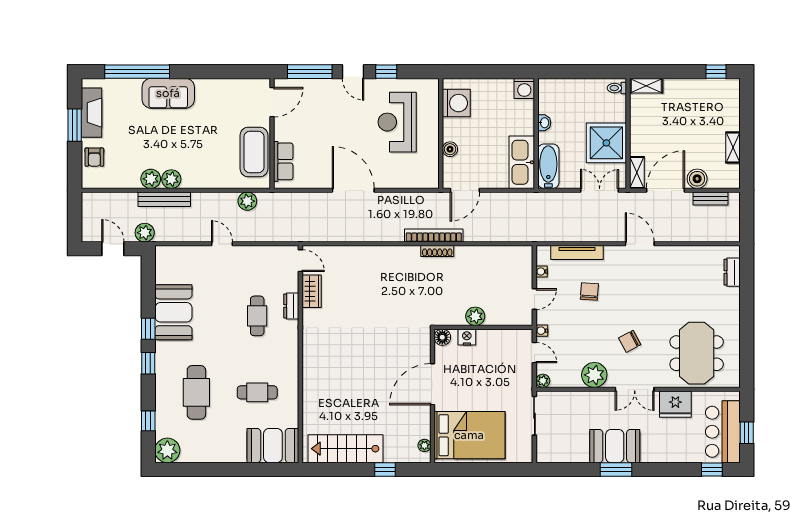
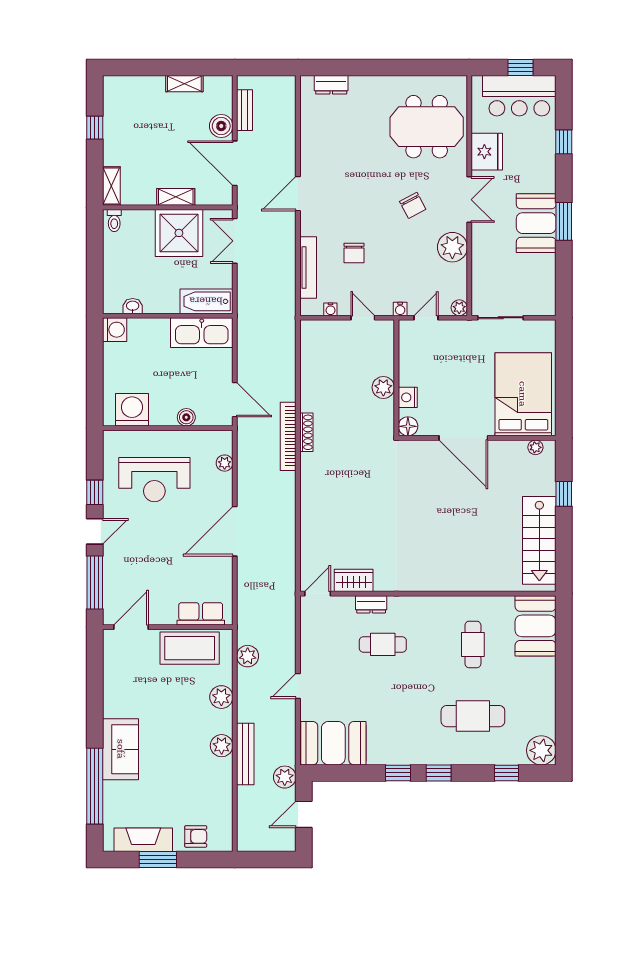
window: (716, 72) -> (95, 128), moved
door: (272, 102) -> (131, 627), hinge flipped
washbasin: (544, 123) -> (133, 306), moved
shelving: (637, 173) -> (176, 197), moved
plant: (151, 179) -> (221, 697), moved
plant: (411, 182) -> (225, 463), added
chair: (589, 291) -> (354, 253), turned -94
booth: (173, 312) -> (333, 743), moved
window: (712, 469) -> (564, 142), moved

